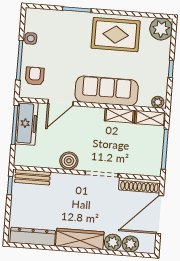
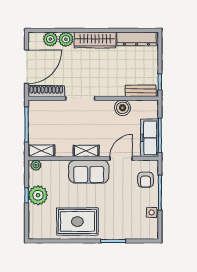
plant: (161, 29) -> (38, 195), moved
sofa: (107, 91) -> (89, 172), width x0.73
shelving: (119, 115) -> (86, 151), moved
boiler: (69, 161) -> (123, 108), moved

